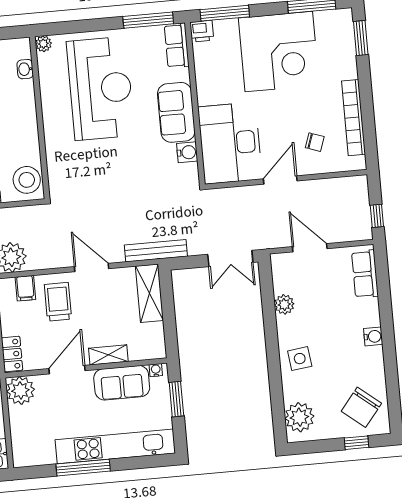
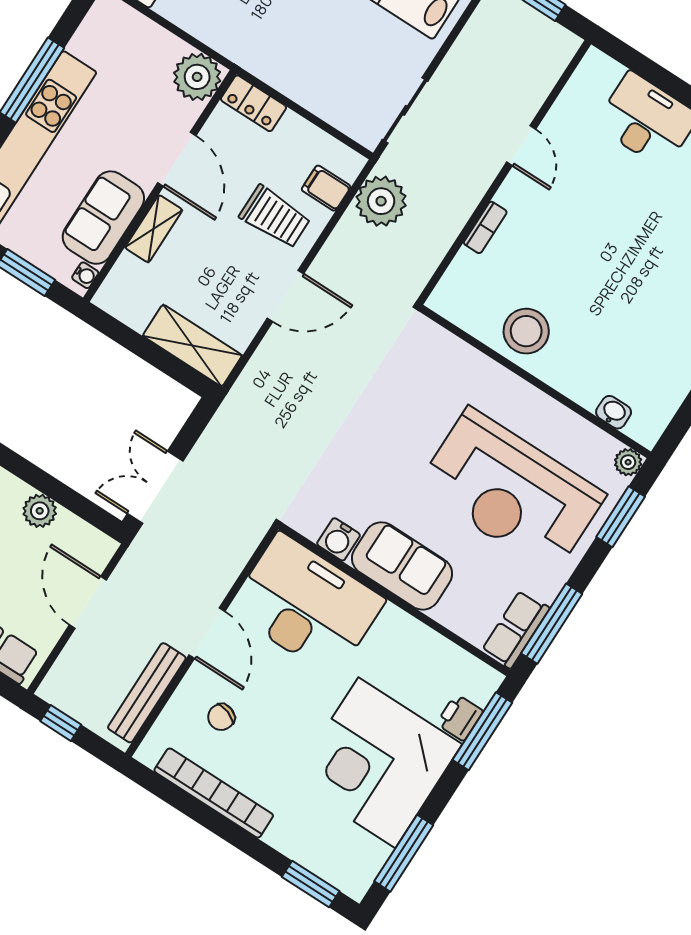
window: (72, 27) -> (621, 517), added
printer: (202, 31) -> (460, 717), moved
row of seats: (177, 46) -> (516, 629), moved, turned -90
stool: (27, 180) -> (526, 331), moved
door: (310, 248) -> (88, 602), swing flipped
bench: (156, 251) -> (147, 693), moved

